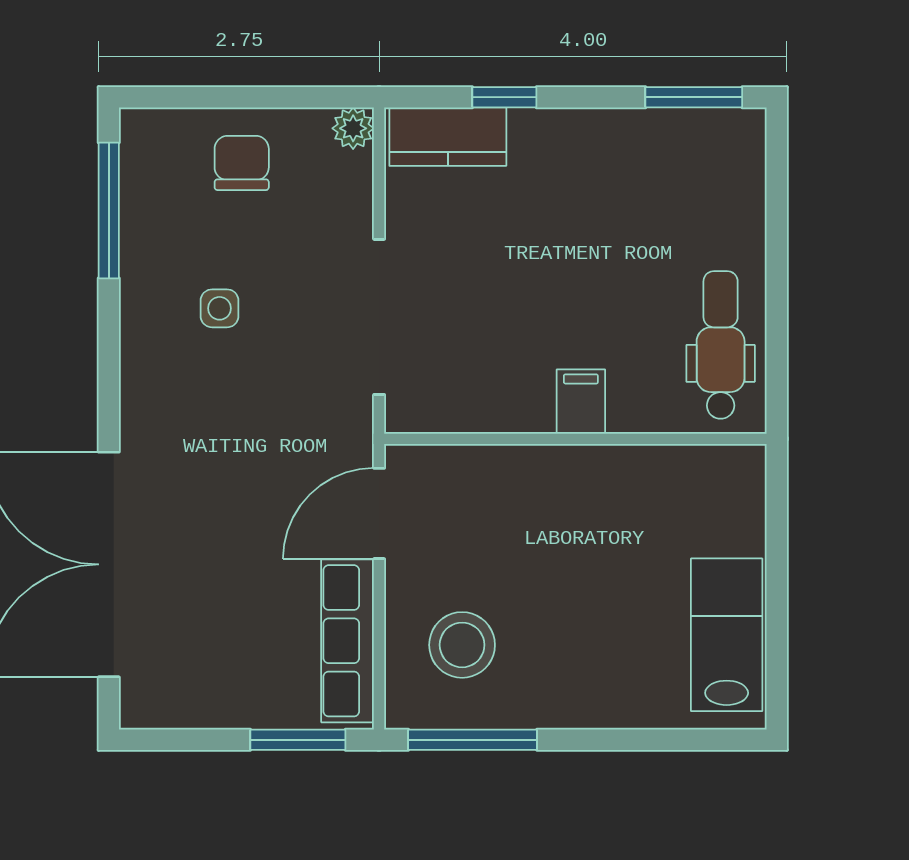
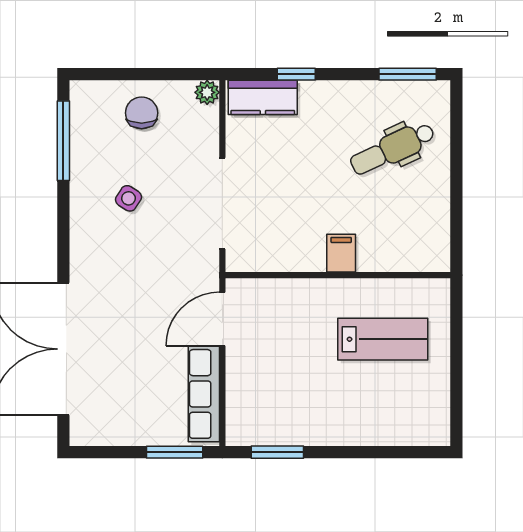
side table: (220, 308) -> (129, 198), turned 33
dental chair: (721, 345) -> (392, 149), moved, turned -115
lab bench: (727, 635) -> (383, 339), moved, turned 90
stool: (462, 645) -> (271, 396), removed
window: (473, 740) -> (277, 452), width x0.69

